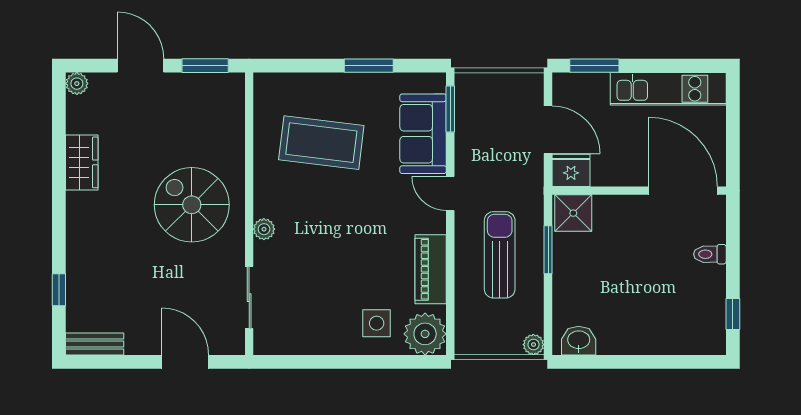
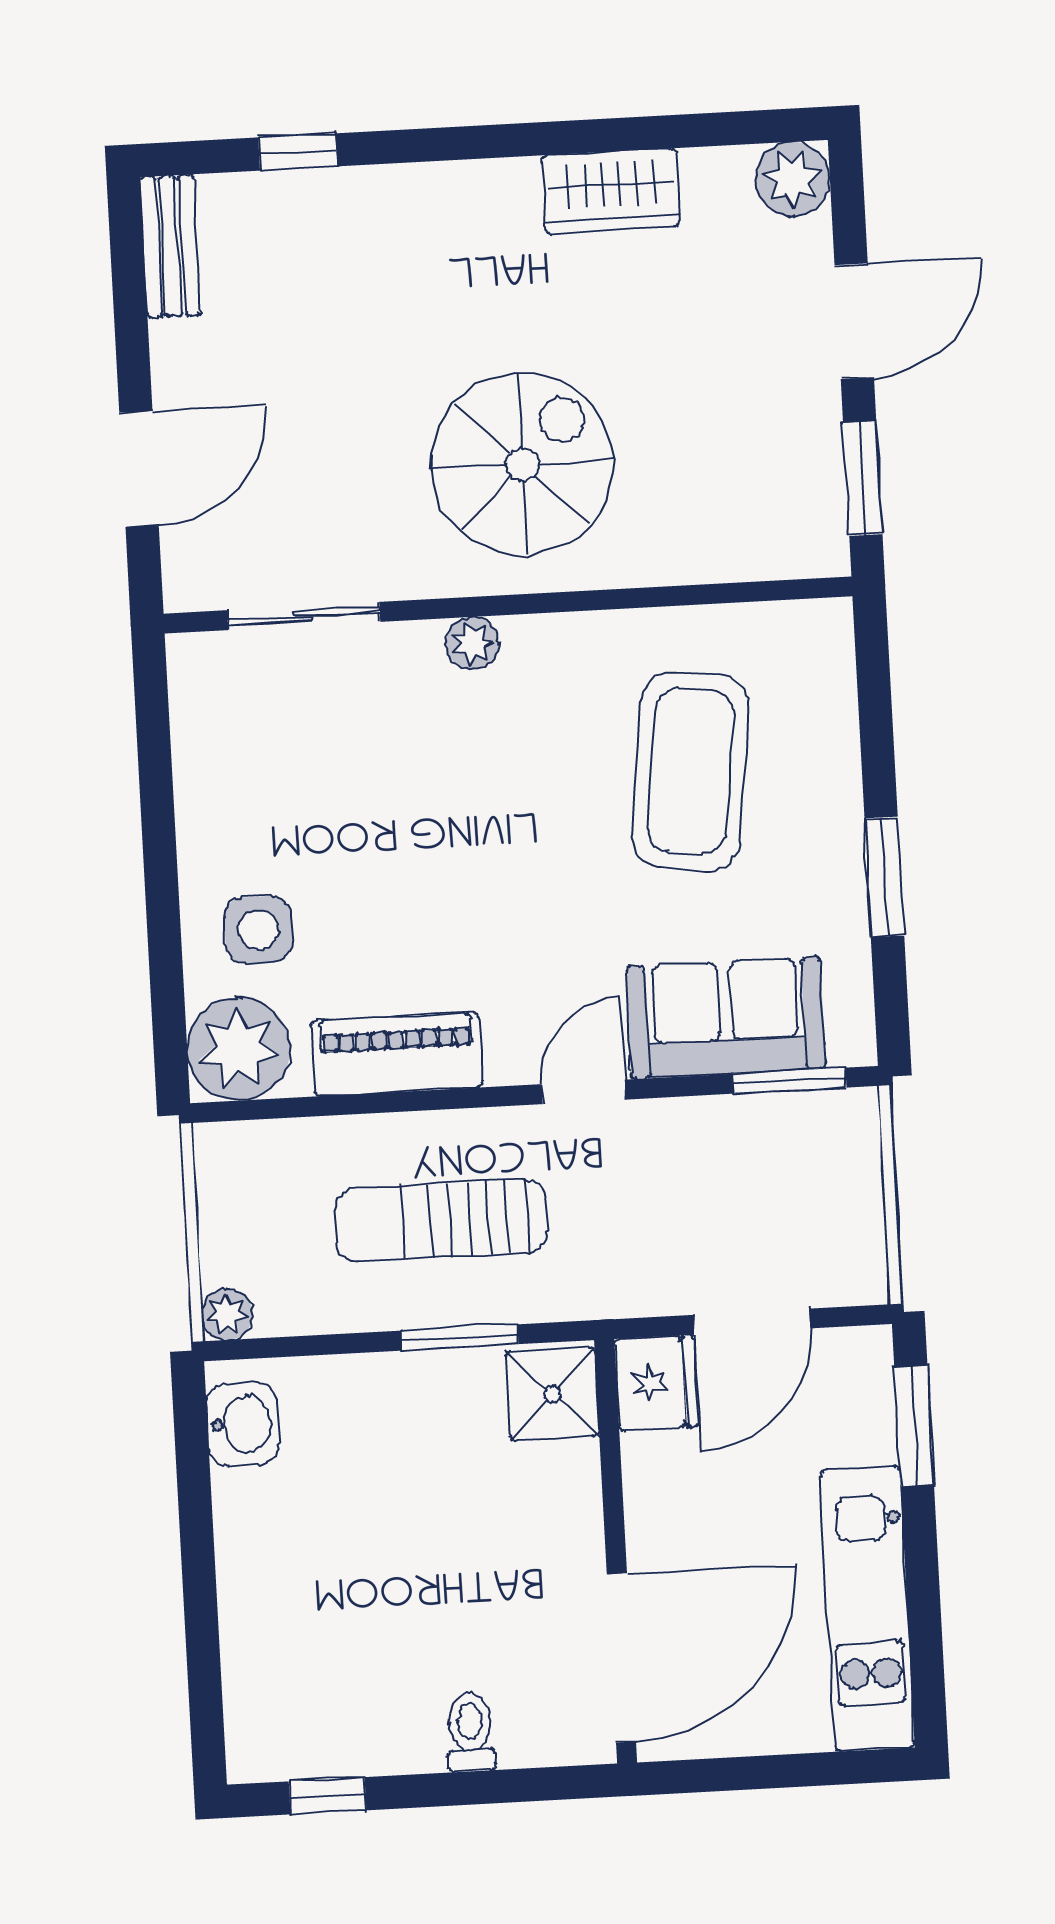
plant: (77, 84) -> (793, 179), width x1.38, depth x1.38
sun lounger: (500, 255) -> (441, 1220), turned 180

